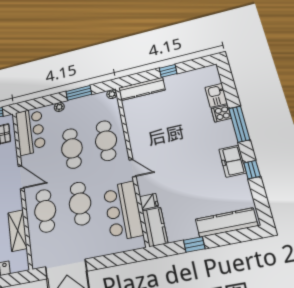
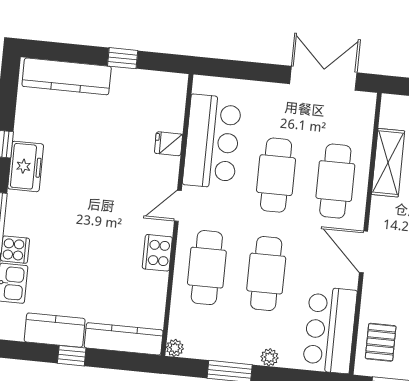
cooker: (137, 139) -> (157, 253), added
door: (133, 168) -> (178, 206), hinge flipped
kitchen counter: (155, 227) -> (55, 330), moved, turned 90

